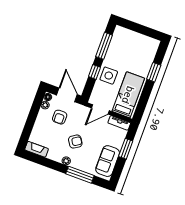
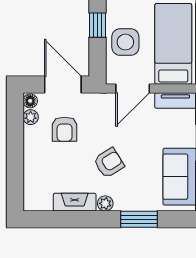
side table: (109, 76) -> (125, 42), moved
fireplace: (37, 149) -> (75, 202), moved
window: (80, 175) -> (139, 219), width x0.69

